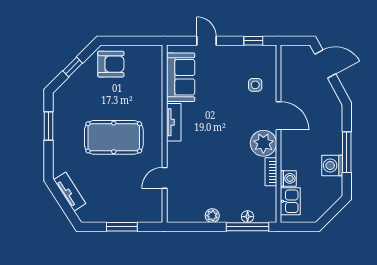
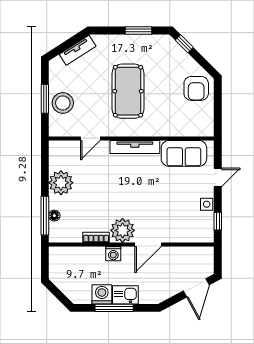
window: (73, 67) -> (184, 44), moved
side table: (255, 85) -> (207, 204), moved
tv unit: (174, 122) -> (135, 147), width x1.41
door: (165, 178) -> (90, 138), swing flipped
washing machine: (288, 178) -> (113, 254), moved
kitchen sink: (290, 201) -> (125, 295), moved, turned 180
stool: (126, 207) -> (63, 103), added
plant: (212, 216) -> (61, 183), width x1.87, depth x1.87

